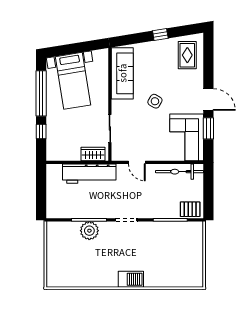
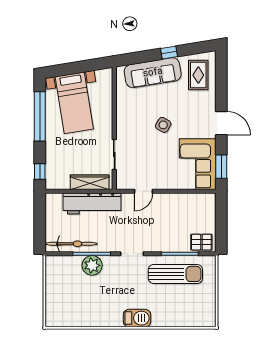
sofa: (122, 73) -> (153, 73), moved, turned 81
window: (208, 128) -> (221, 167), moved
window: (41, 131) -> (40, 171), moved
wardrobe: (93, 154) -> (90, 182), width x1.50
door: (137, 162) -> (144, 191), hinge flipped
bicycle: (180, 172) -> (71, 244), moved, turned 180
sun lounger: (166, 239) -> (175, 274), added

